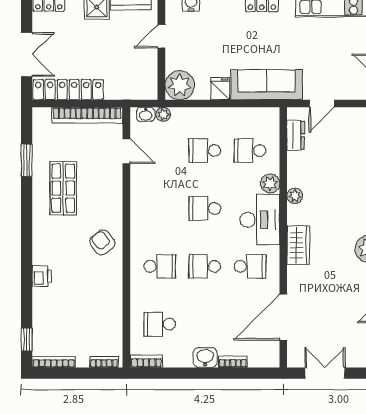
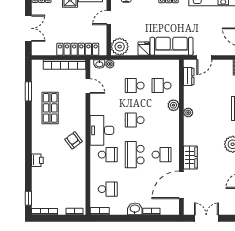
locker: (68, 90) -> (78, 49), moved
desk: (260, 220) -> (102, 130), moved, turned 180
wardrobe: (298, 245) -> (190, 158), moved
school desk: (205, 266) -> (135, 155), width x1.85
school desk: (160, 324) -> (108, 189), turned 180

